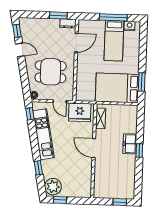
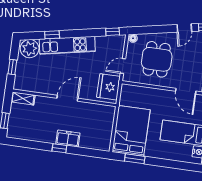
shelving: (101, 118) -> (23, 98), moved
kitchen unit: (43, 134) -> (67, 45), moved
window: (60, 200) -> (12, 67), moved

